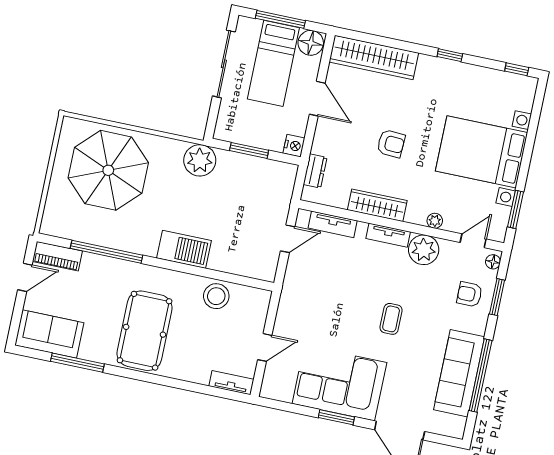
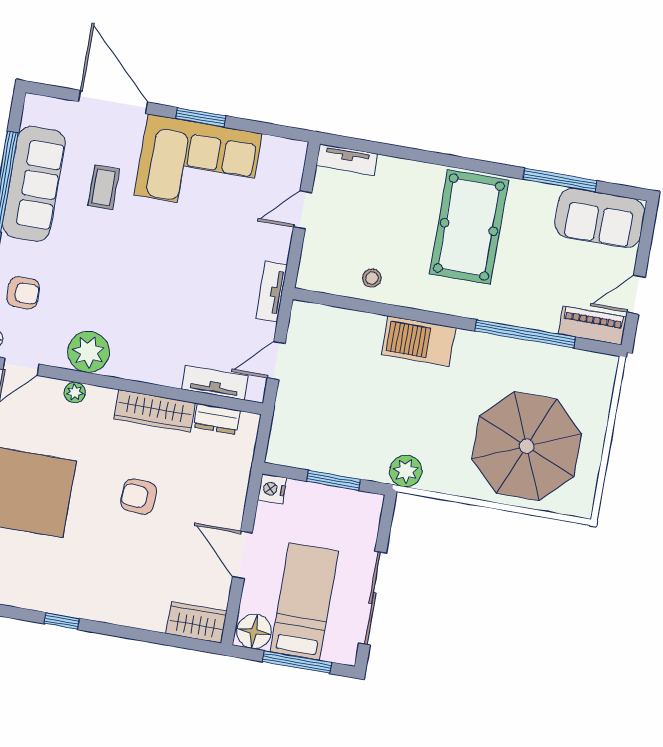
wardrobe: (374, 57) -> (196, 622), width x0.48, depth x0.85
plant: (200, 160) -> (406, 471), width x0.73, depth x0.73
dresser: (315, 171) -> (217, 419), moved, turned -90
tv unit: (388, 235) -> (271, 291), moved, turned -90
stool: (216, 296) -> (372, 278), width x0.53, depth x0.53
coffee table: (391, 319) -> (104, 187), moved

